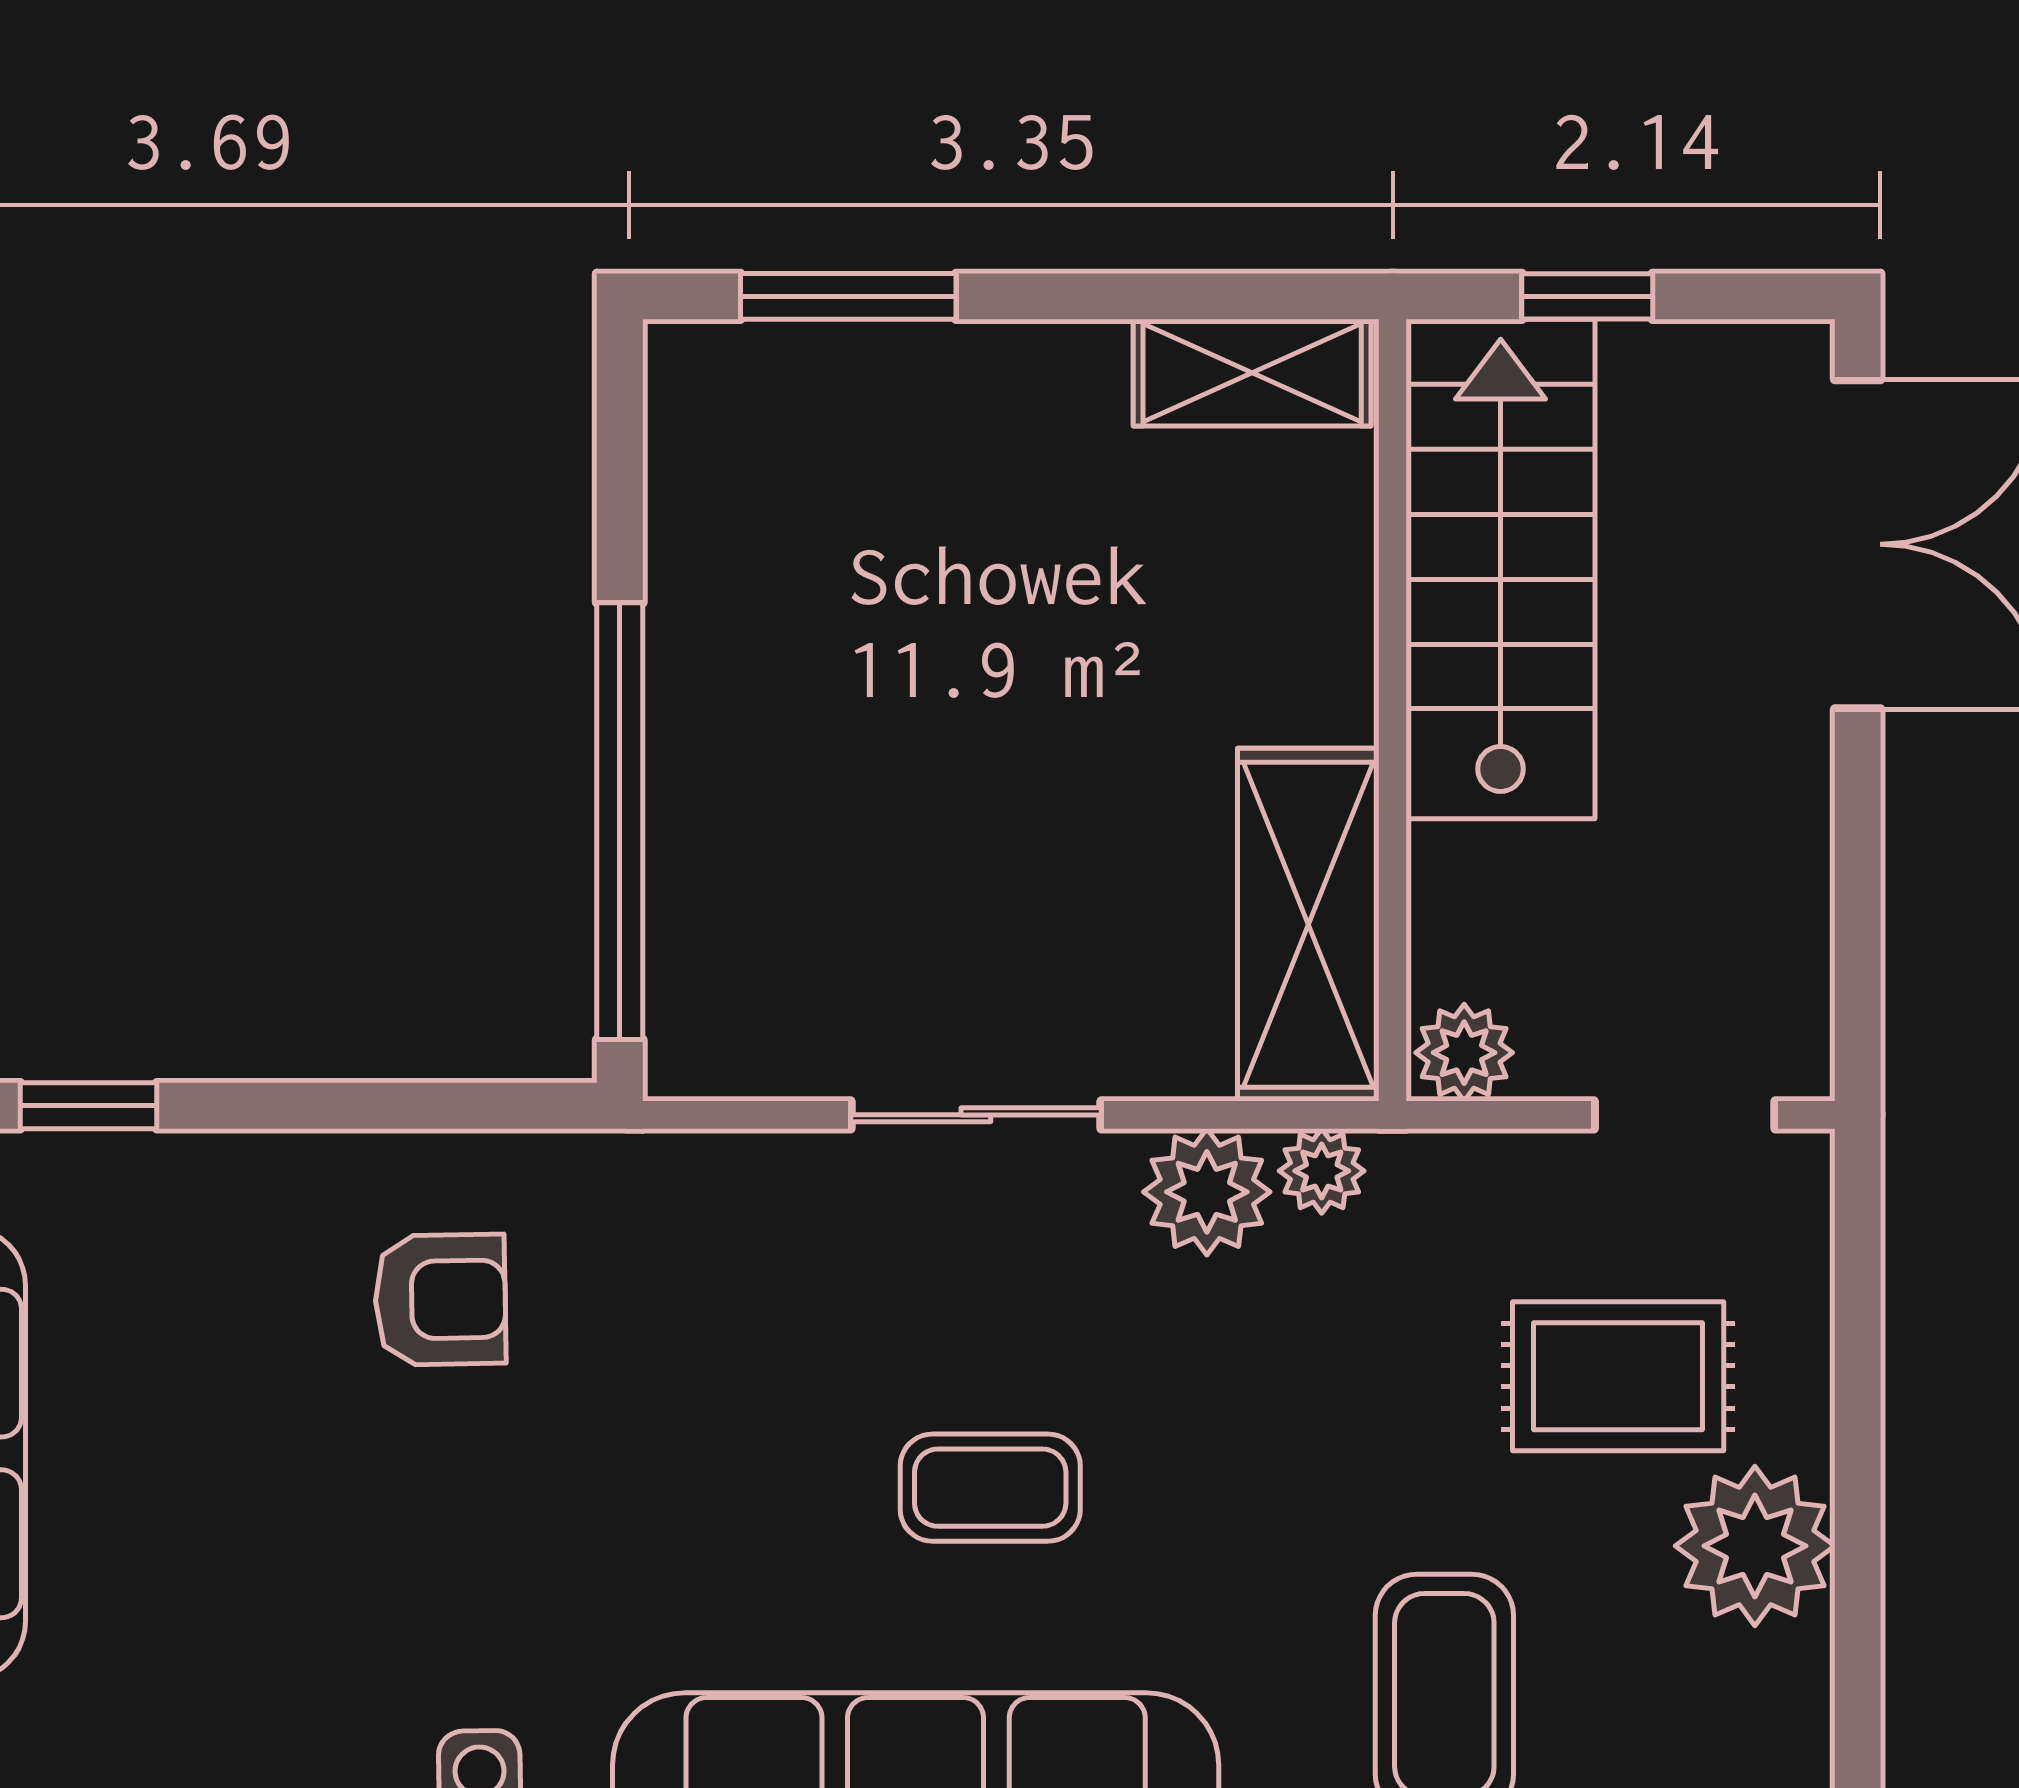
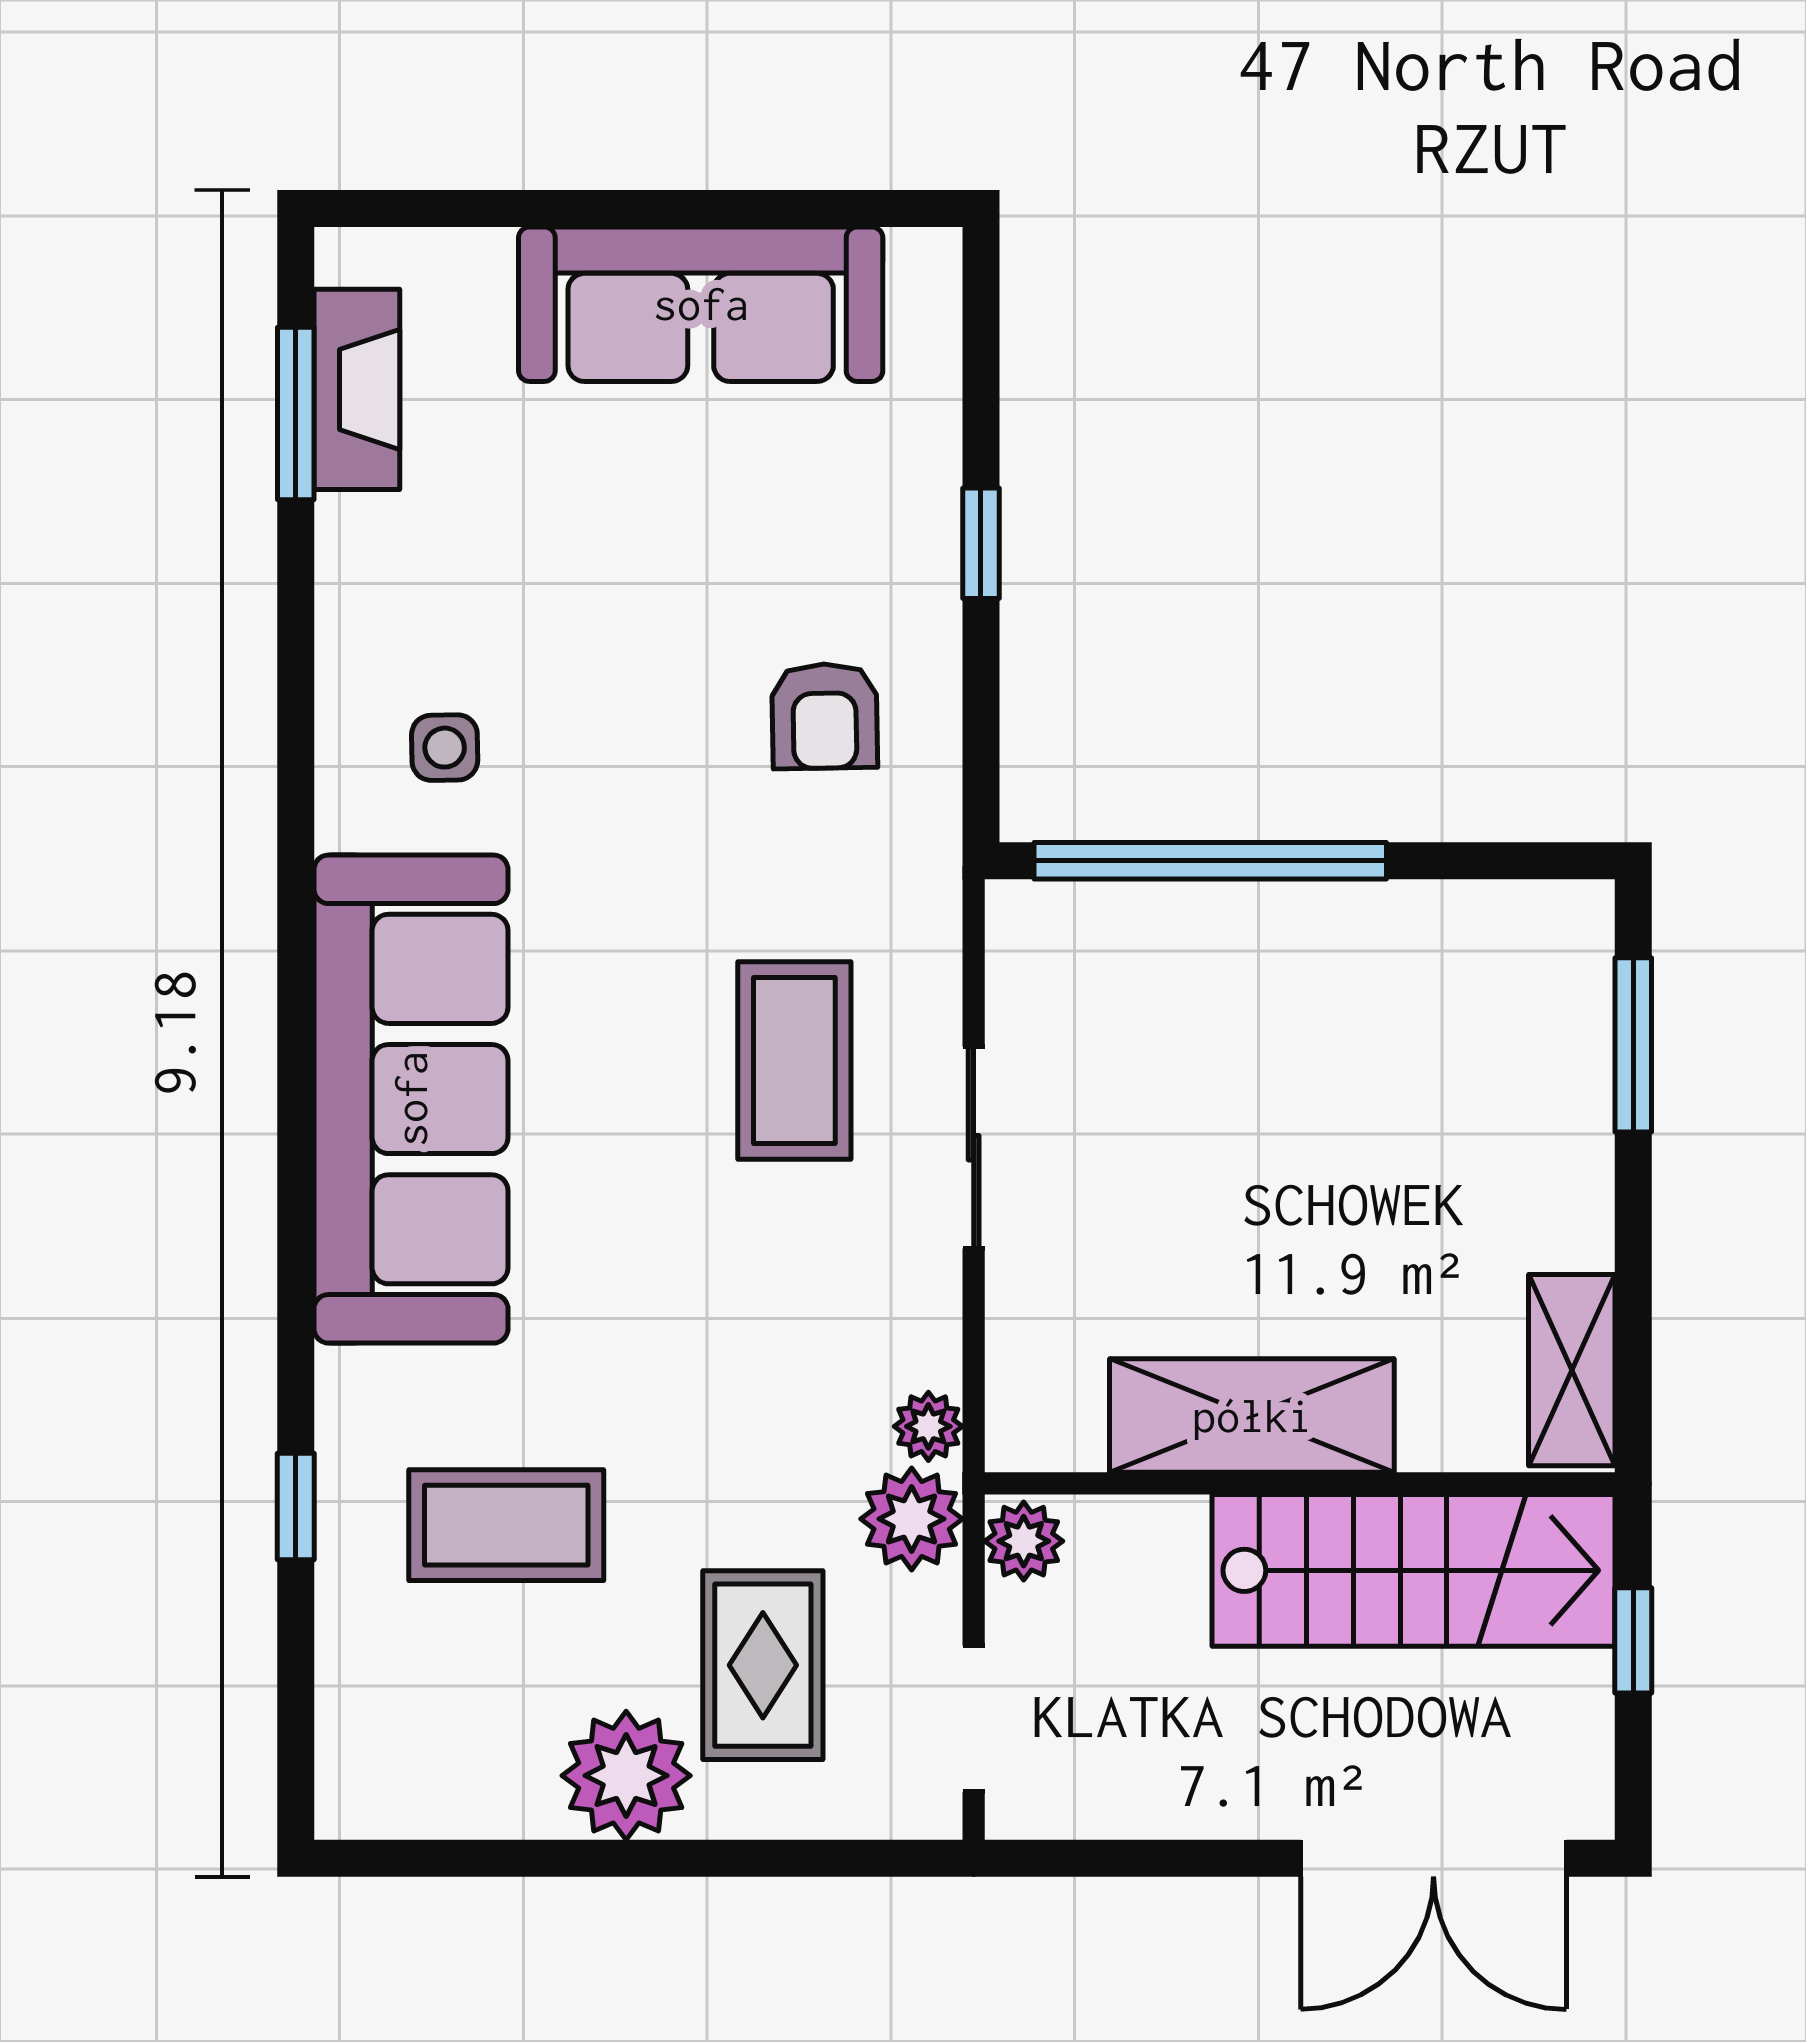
shelving: (1308, 925) -> (1252, 1416), moved
window: (88, 1106) -> (981, 543), moved
plant: (1207, 1192) -> (912, 1519), moved
coffee table: (990, 1488) -> (794, 1060), moved, width x1.36, depth x1.30

